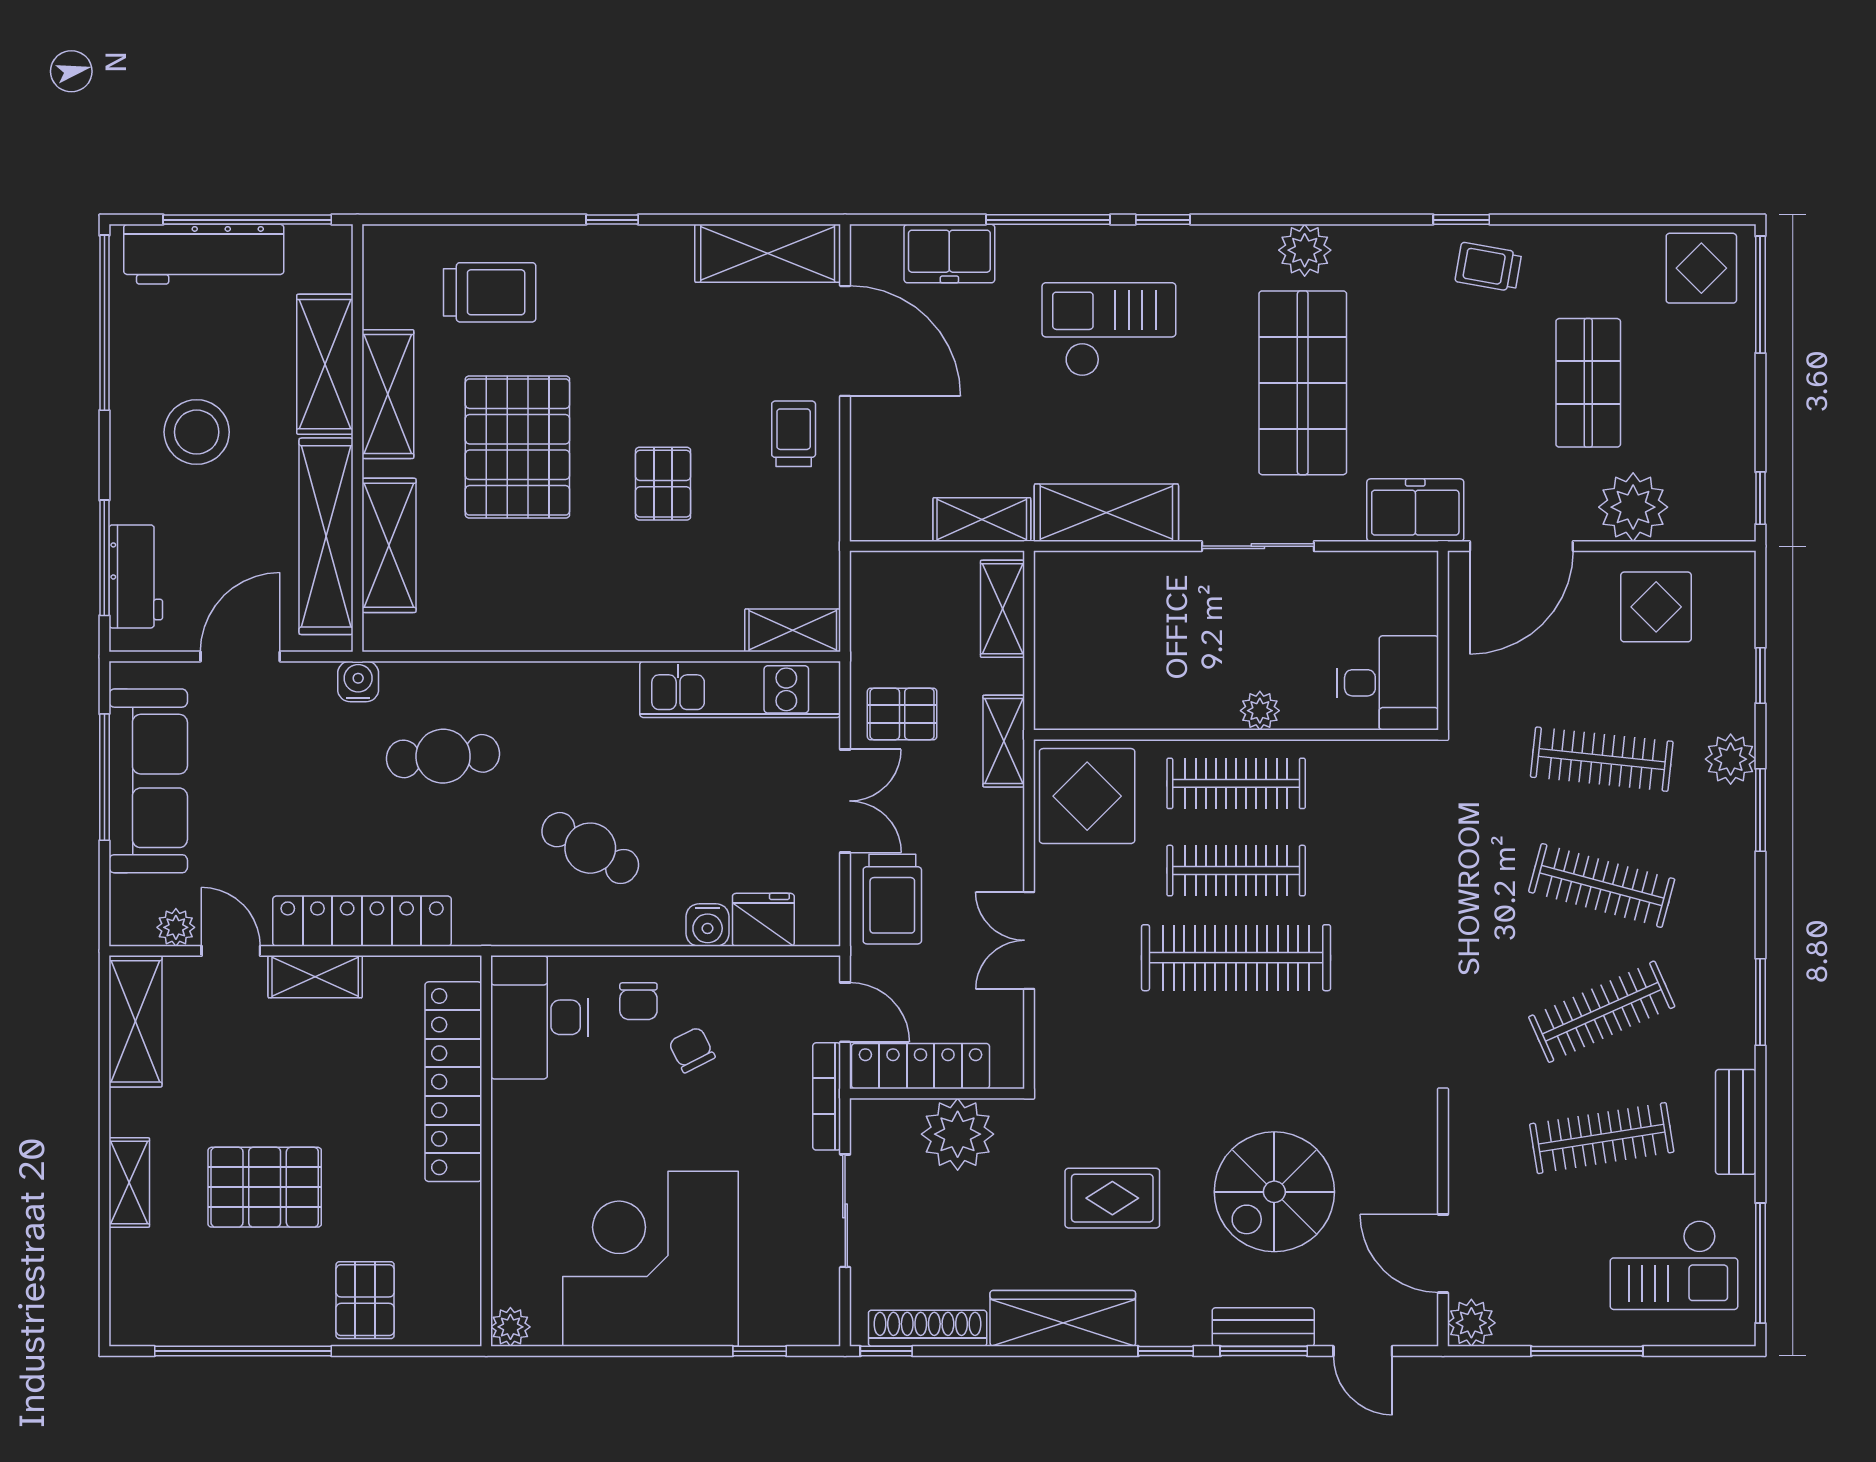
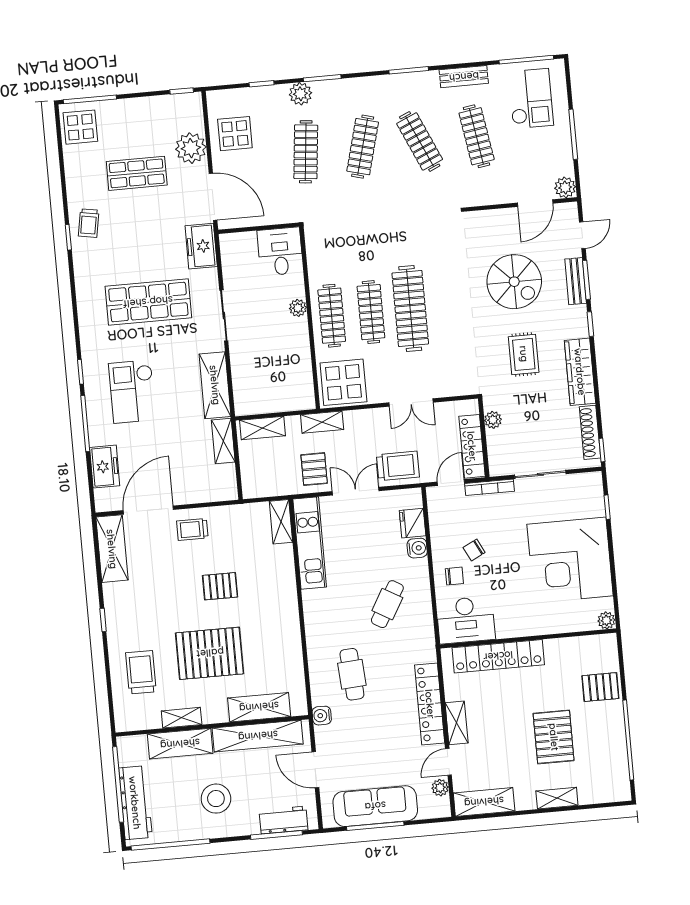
plant: (1305, 250) -> (89, 307), removed
shelving: (388, 394) -> (182, 718), width x0.67, depth x0.75
plant: (958, 1134) -> (493, 420), width x0.53, depth x0.53

